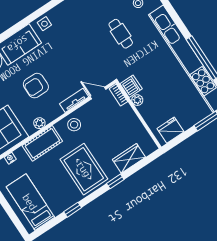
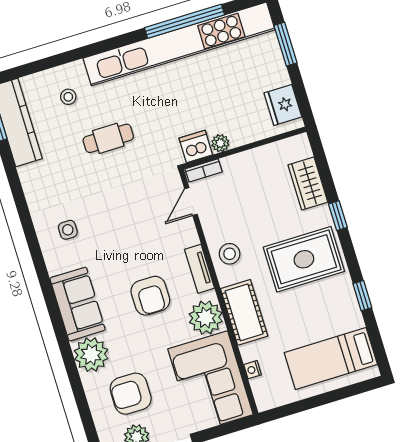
side table: (44, 24) -> (68, 230), moved
tv unit: (74, 100) -> (200, 269), moved
plant: (39, 123) -> (206, 318), width x1.88, depth x1.88

